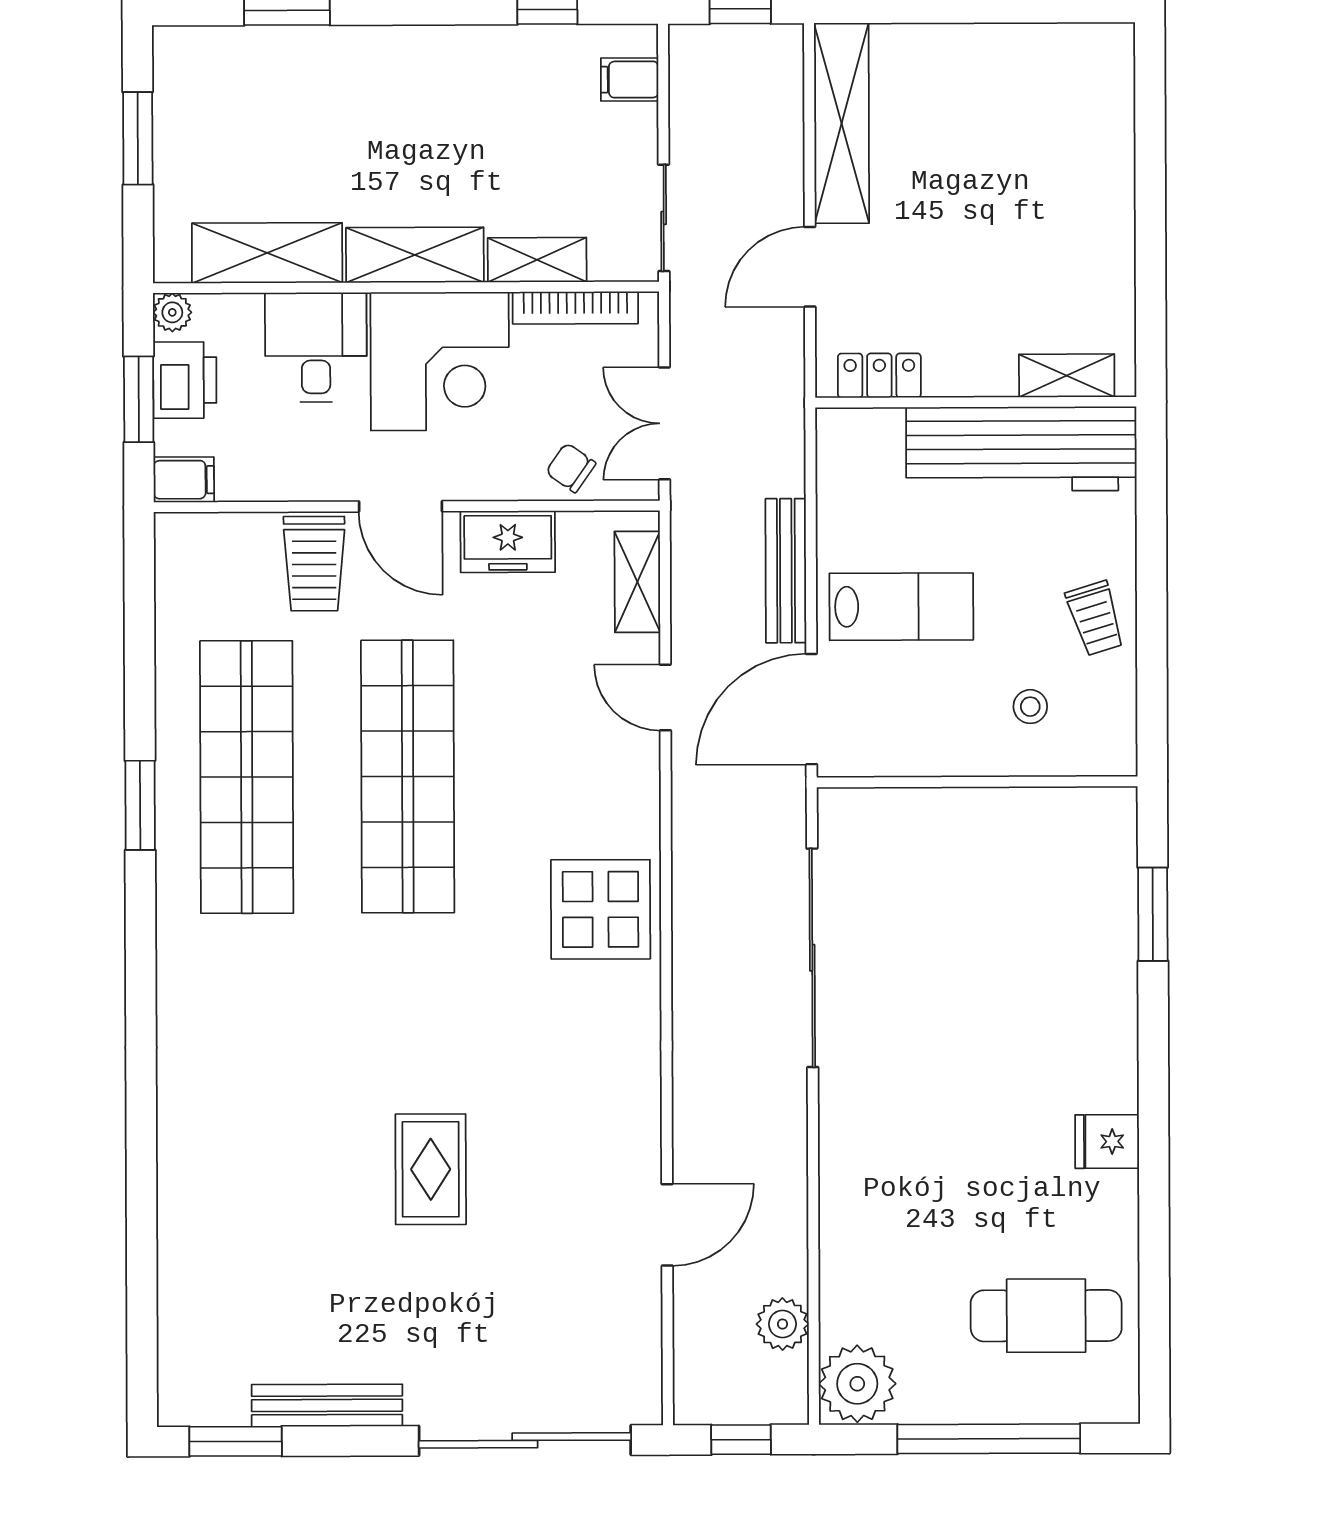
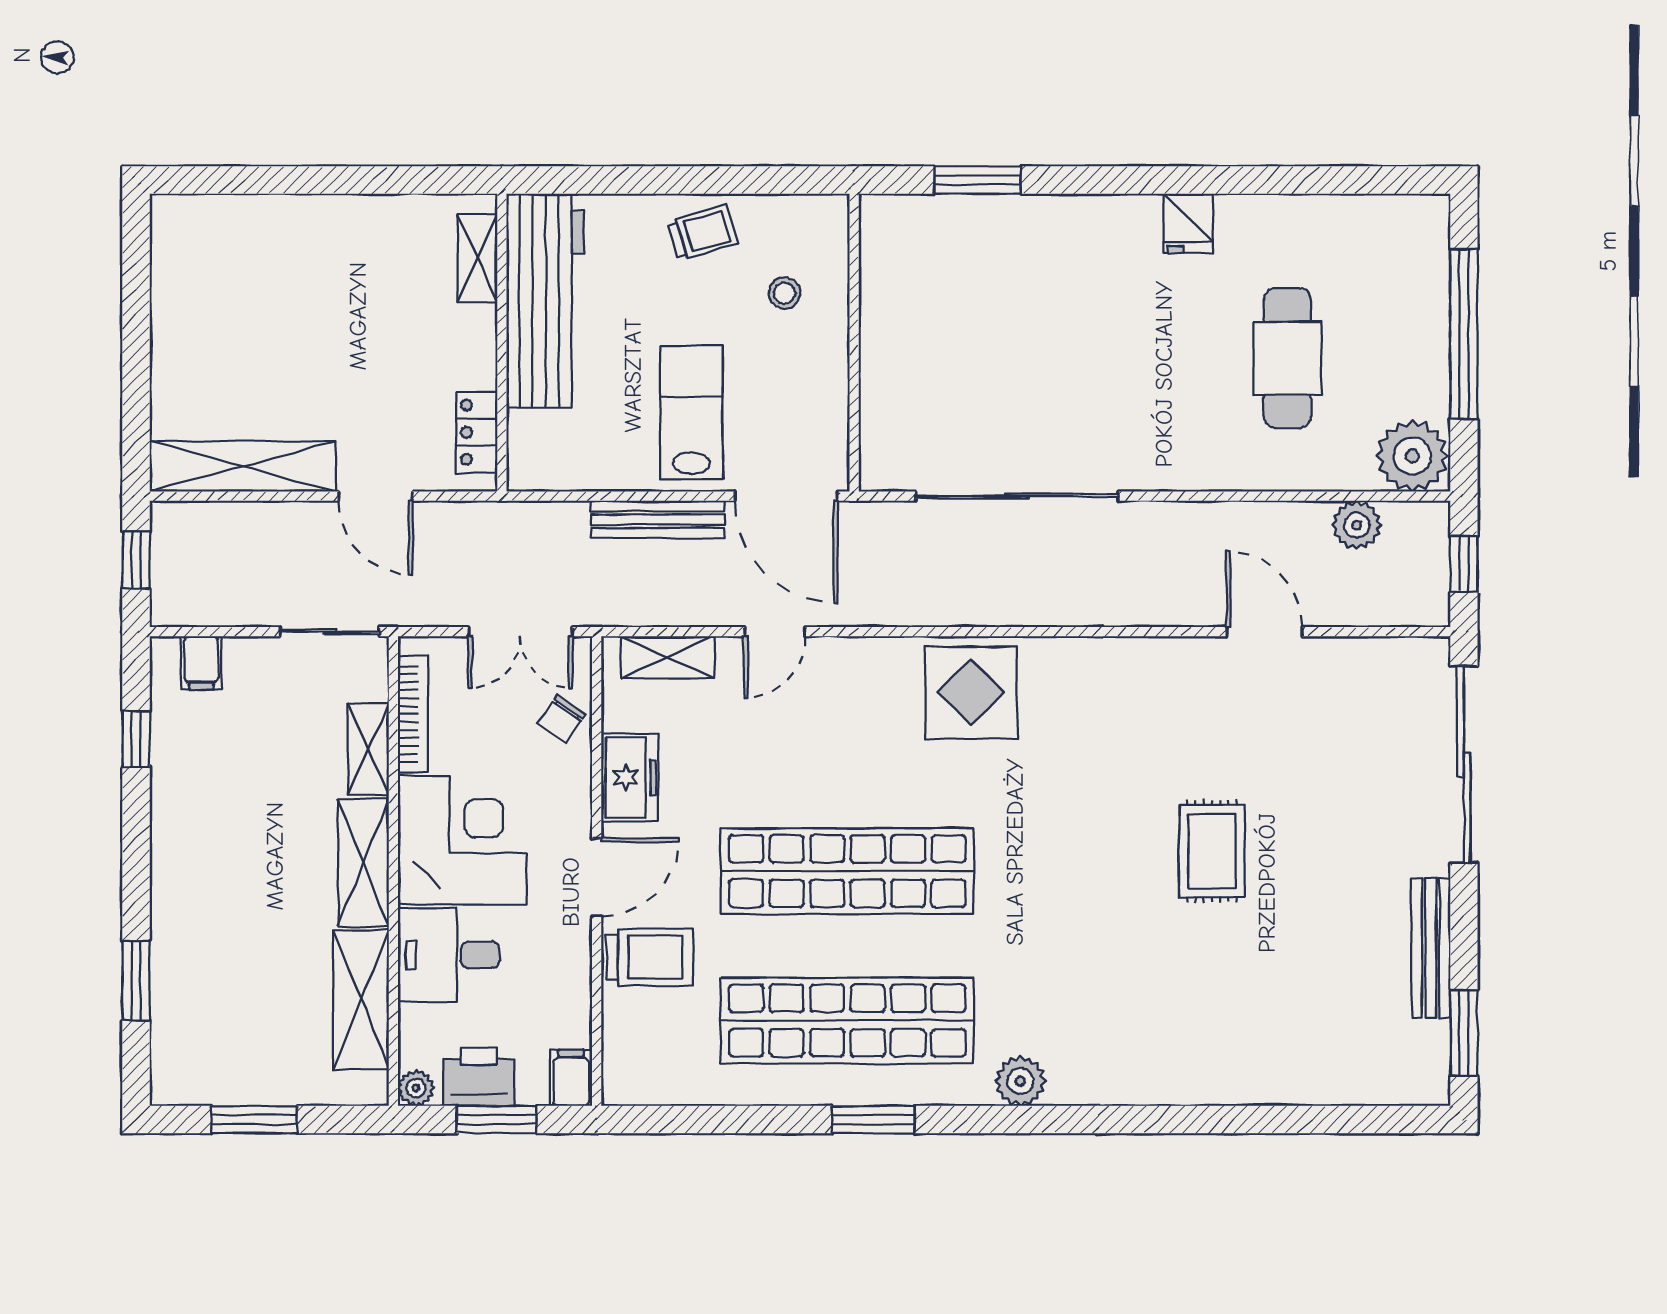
plant: (182, 964) -> (1020, 1081), added
rug: (431, 1169) -> (1212, 851), turned 90
cafe table: (1046, 1316) -> (1287, 358), moved

